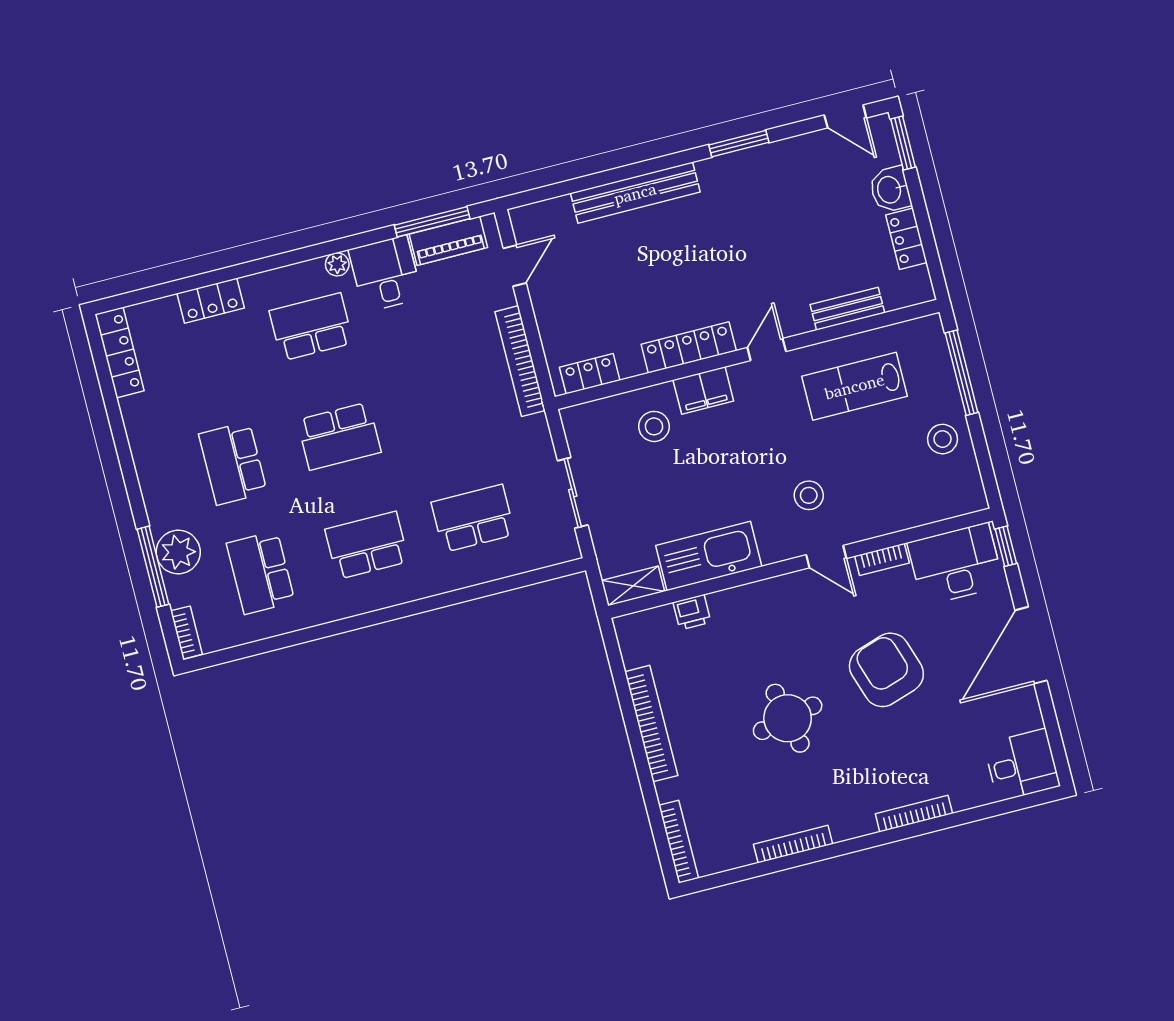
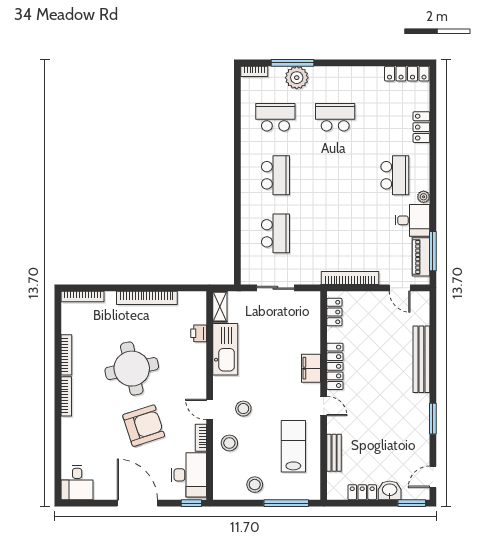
stool: (654, 426) -> (229, 443), moved
school desk: (339, 436) -> (335, 175), removed
door: (826, 557) -> (210, 410), hinge flipped
round table: (788, 718) -> (132, 369), width x1.36, depth x1.36
bookcase: (914, 814) -> (66, 396), moved

